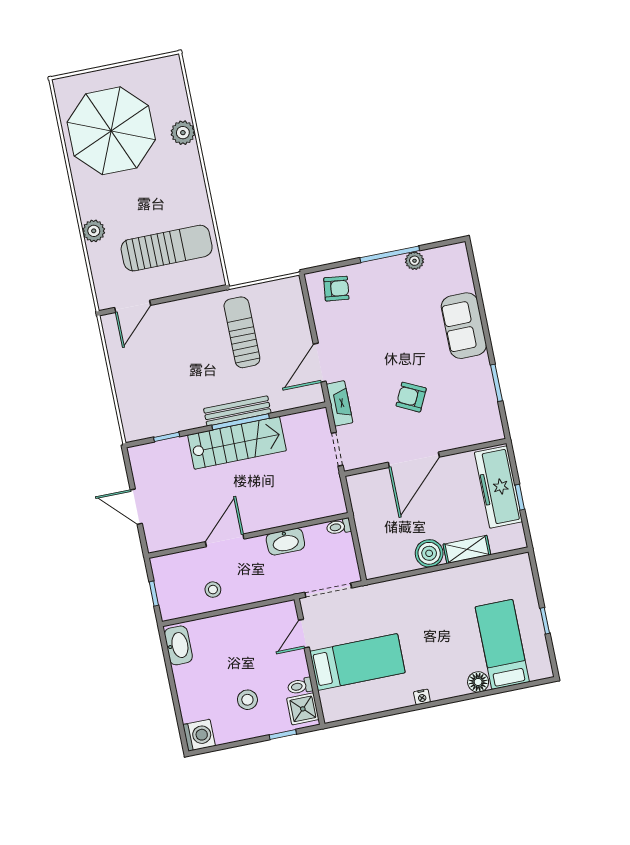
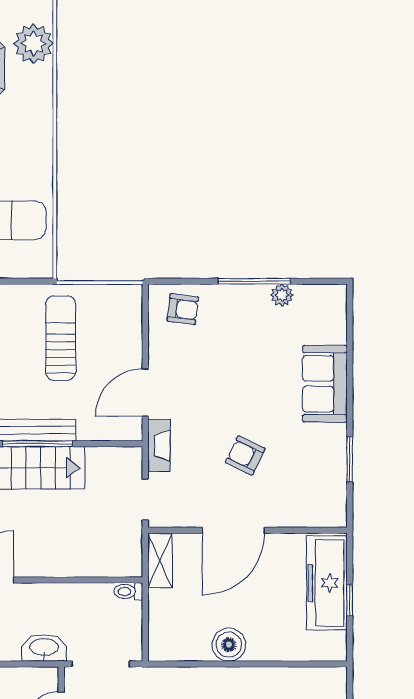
plant: (183, 133) -> (34, 44), moved, width x1.36, depth x1.36
washbasin: (285, 542) -> (44, 648), moved, turned 180
shelving: (467, 549) -> (160, 561), moved, turned 90

